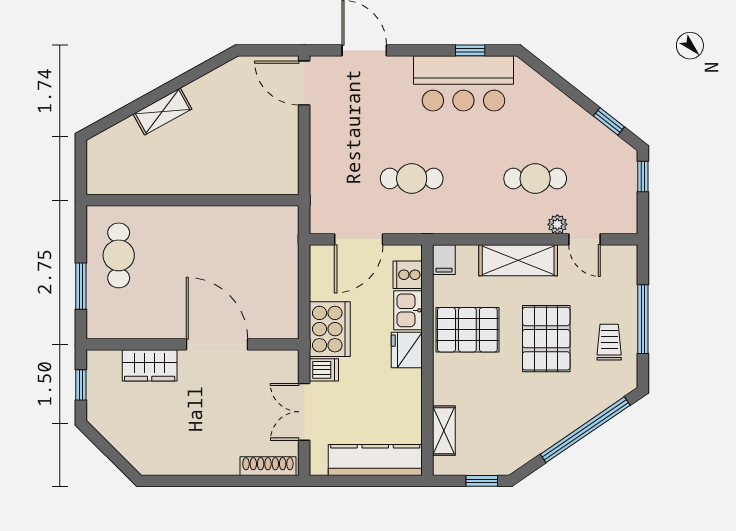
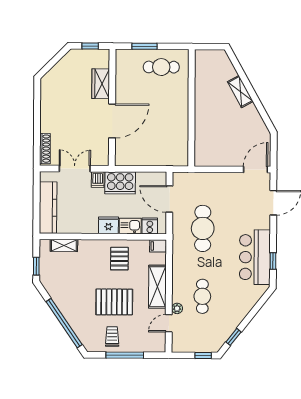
cafe table: (412, 179) -> (203, 228), width x1.37, depth x1.35
pallet: (467, 330) -> (119, 259), width x0.67, depth x0.71
trolley: (609, 342) -> (112, 337), turned -90

